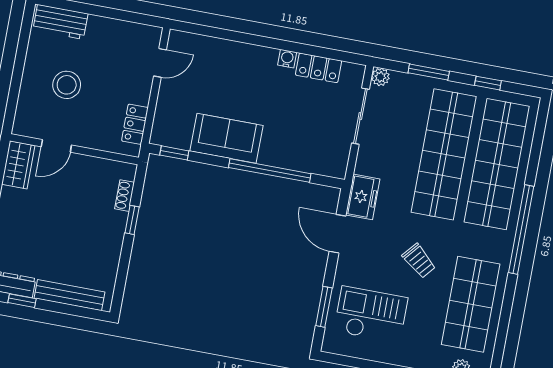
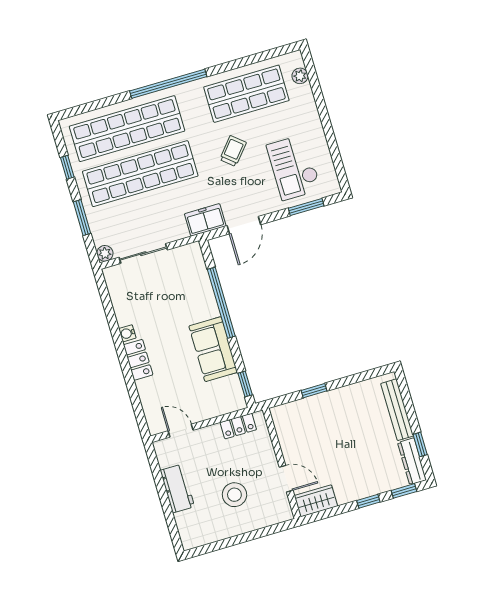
workbench: (60, 22) -> (177, 489), moved
locker: (319, 68) -> (138, 360), moved
shoe rack: (125, 196) -> (298, 406), removed

